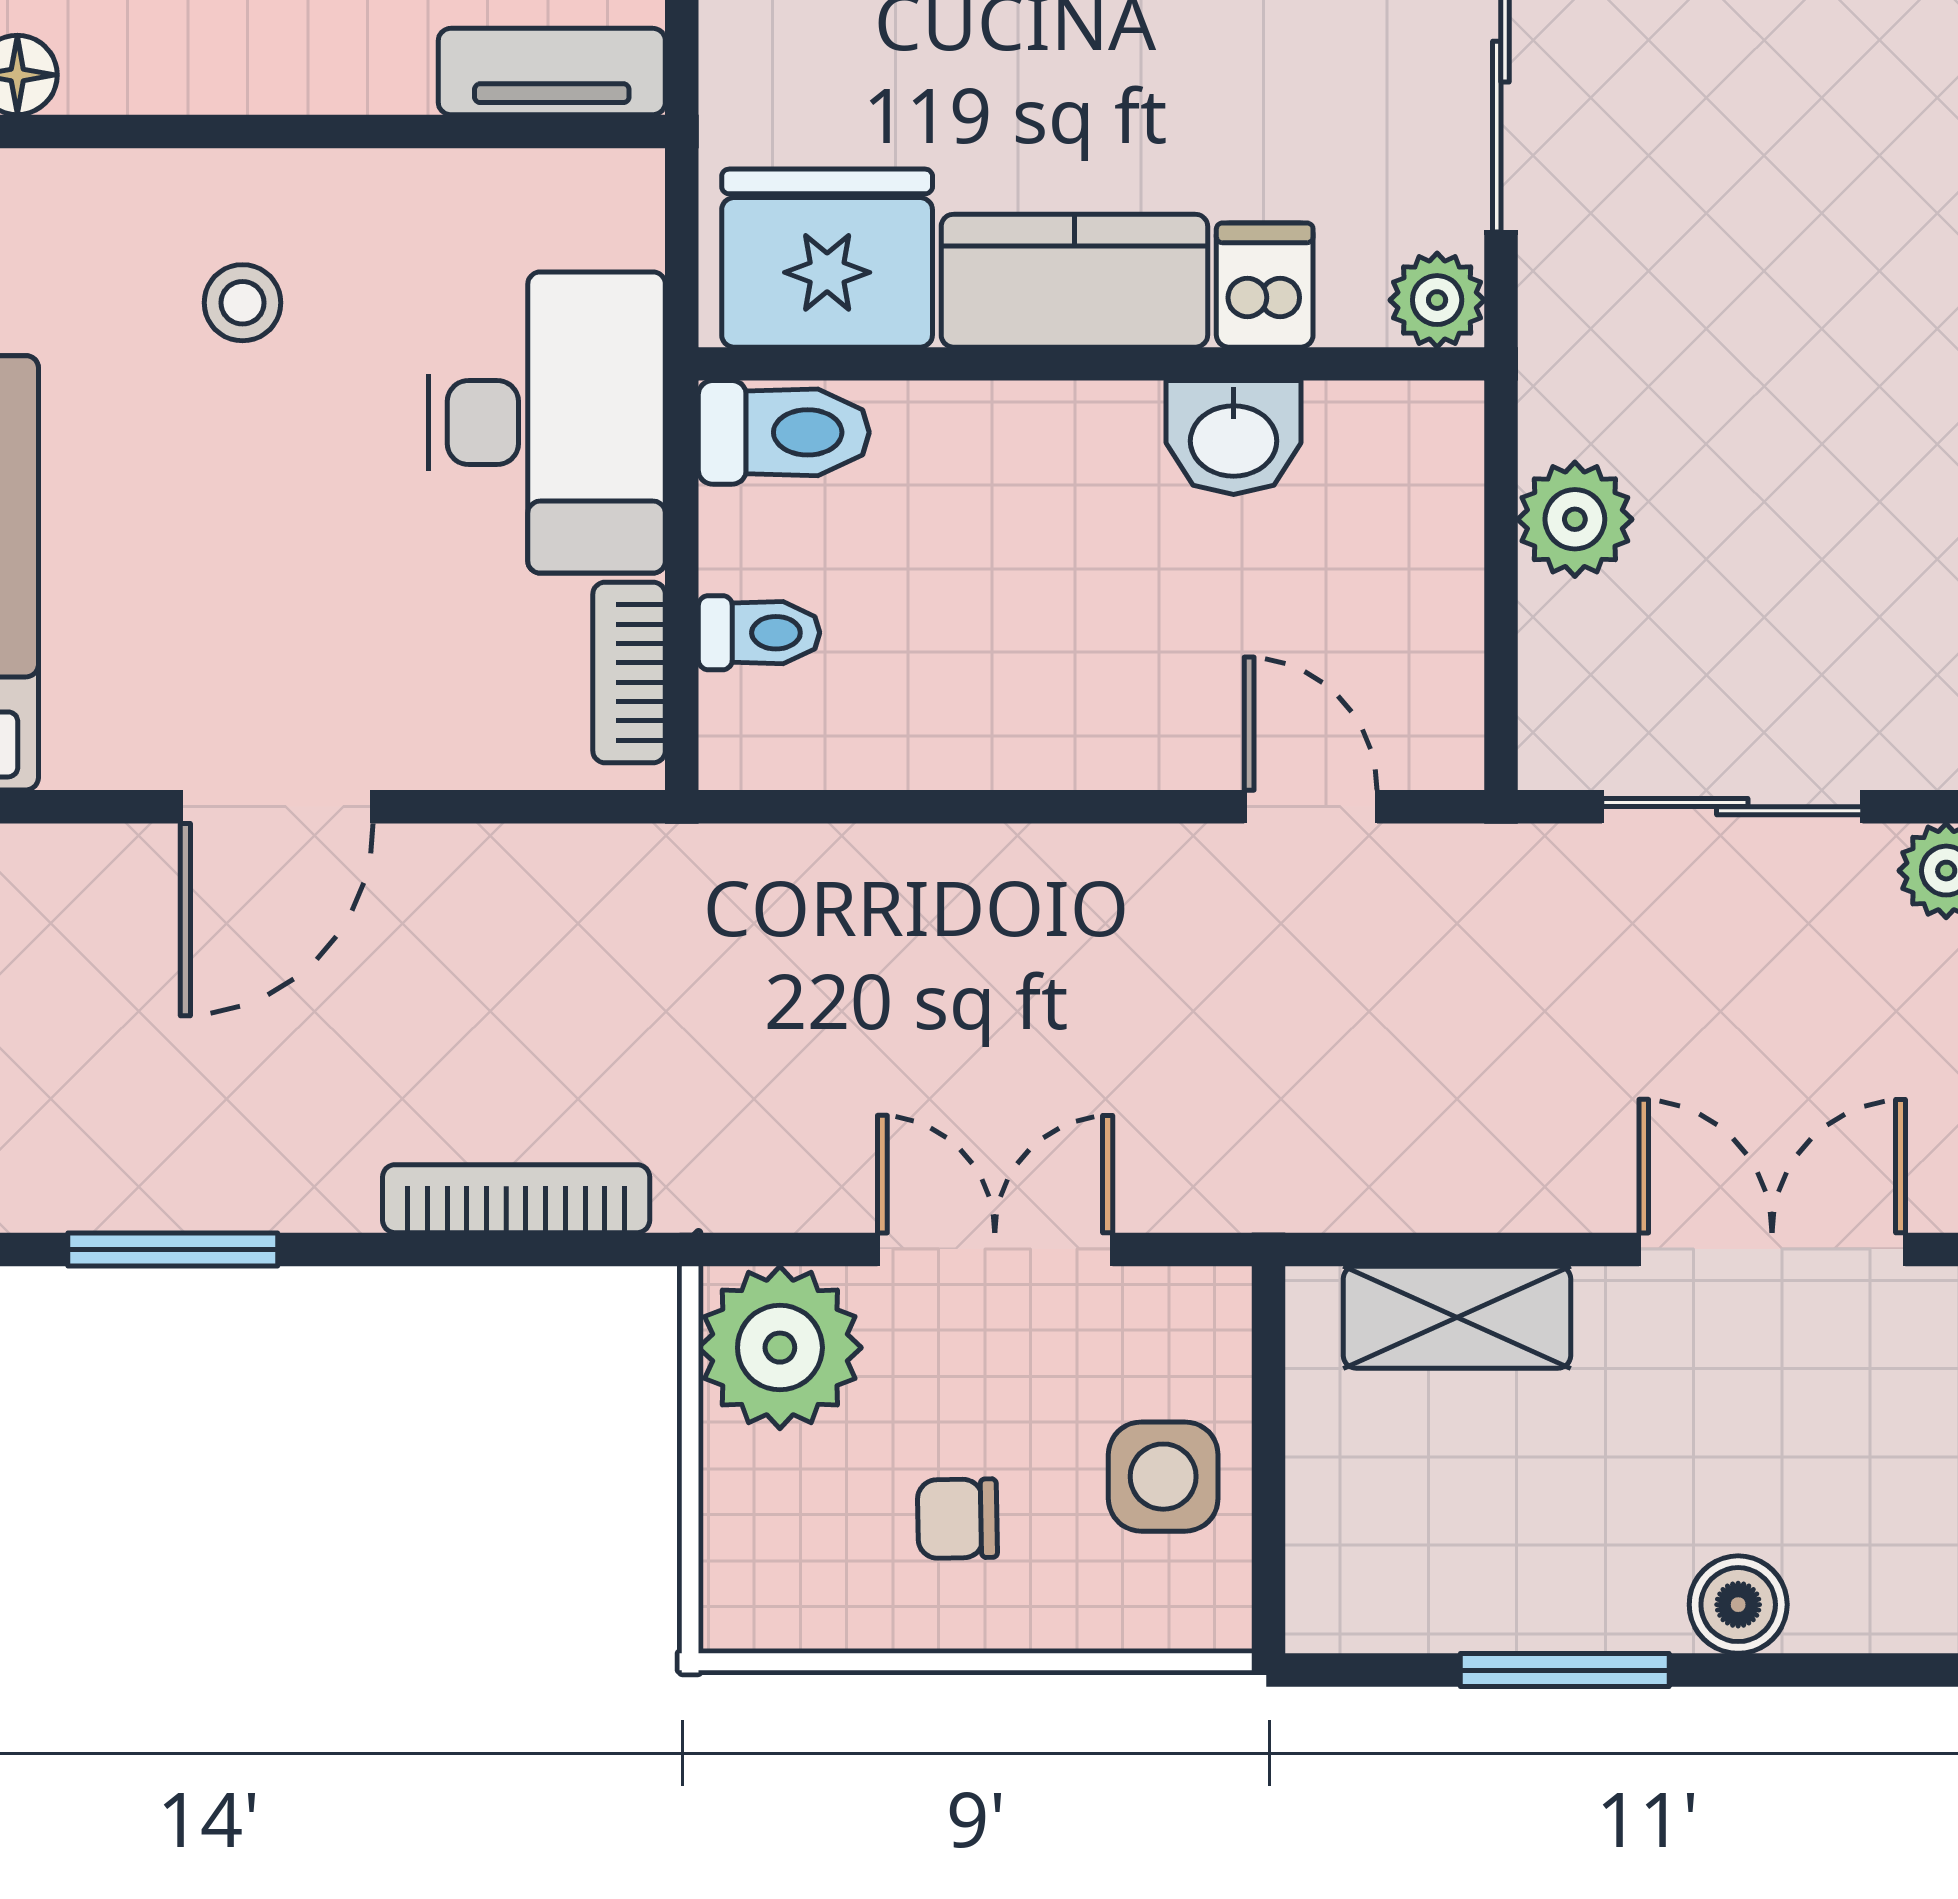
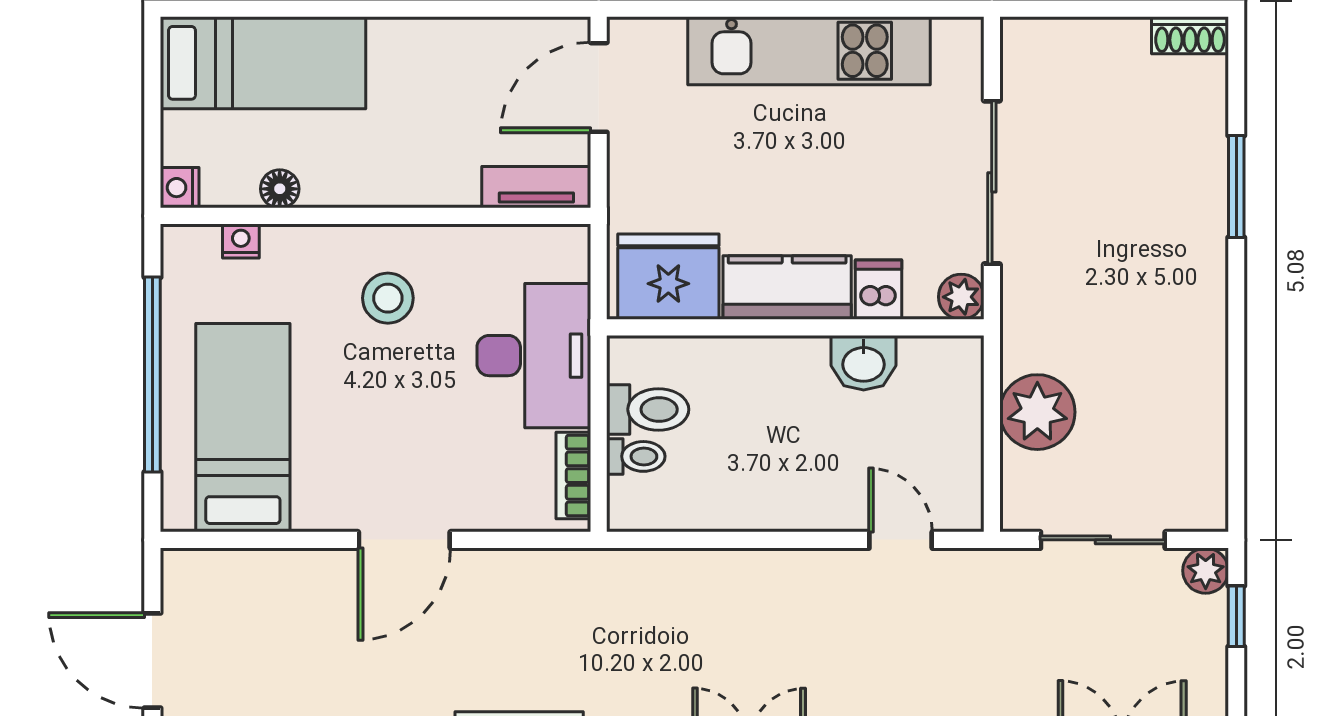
stool: (243, 303) -> (388, 298), width x1.37, depth x1.37
toilet: (784, 432) -> (648, 409), moved
plant: (1575, 519) -> (1037, 412), width x1.36, depth x1.36

